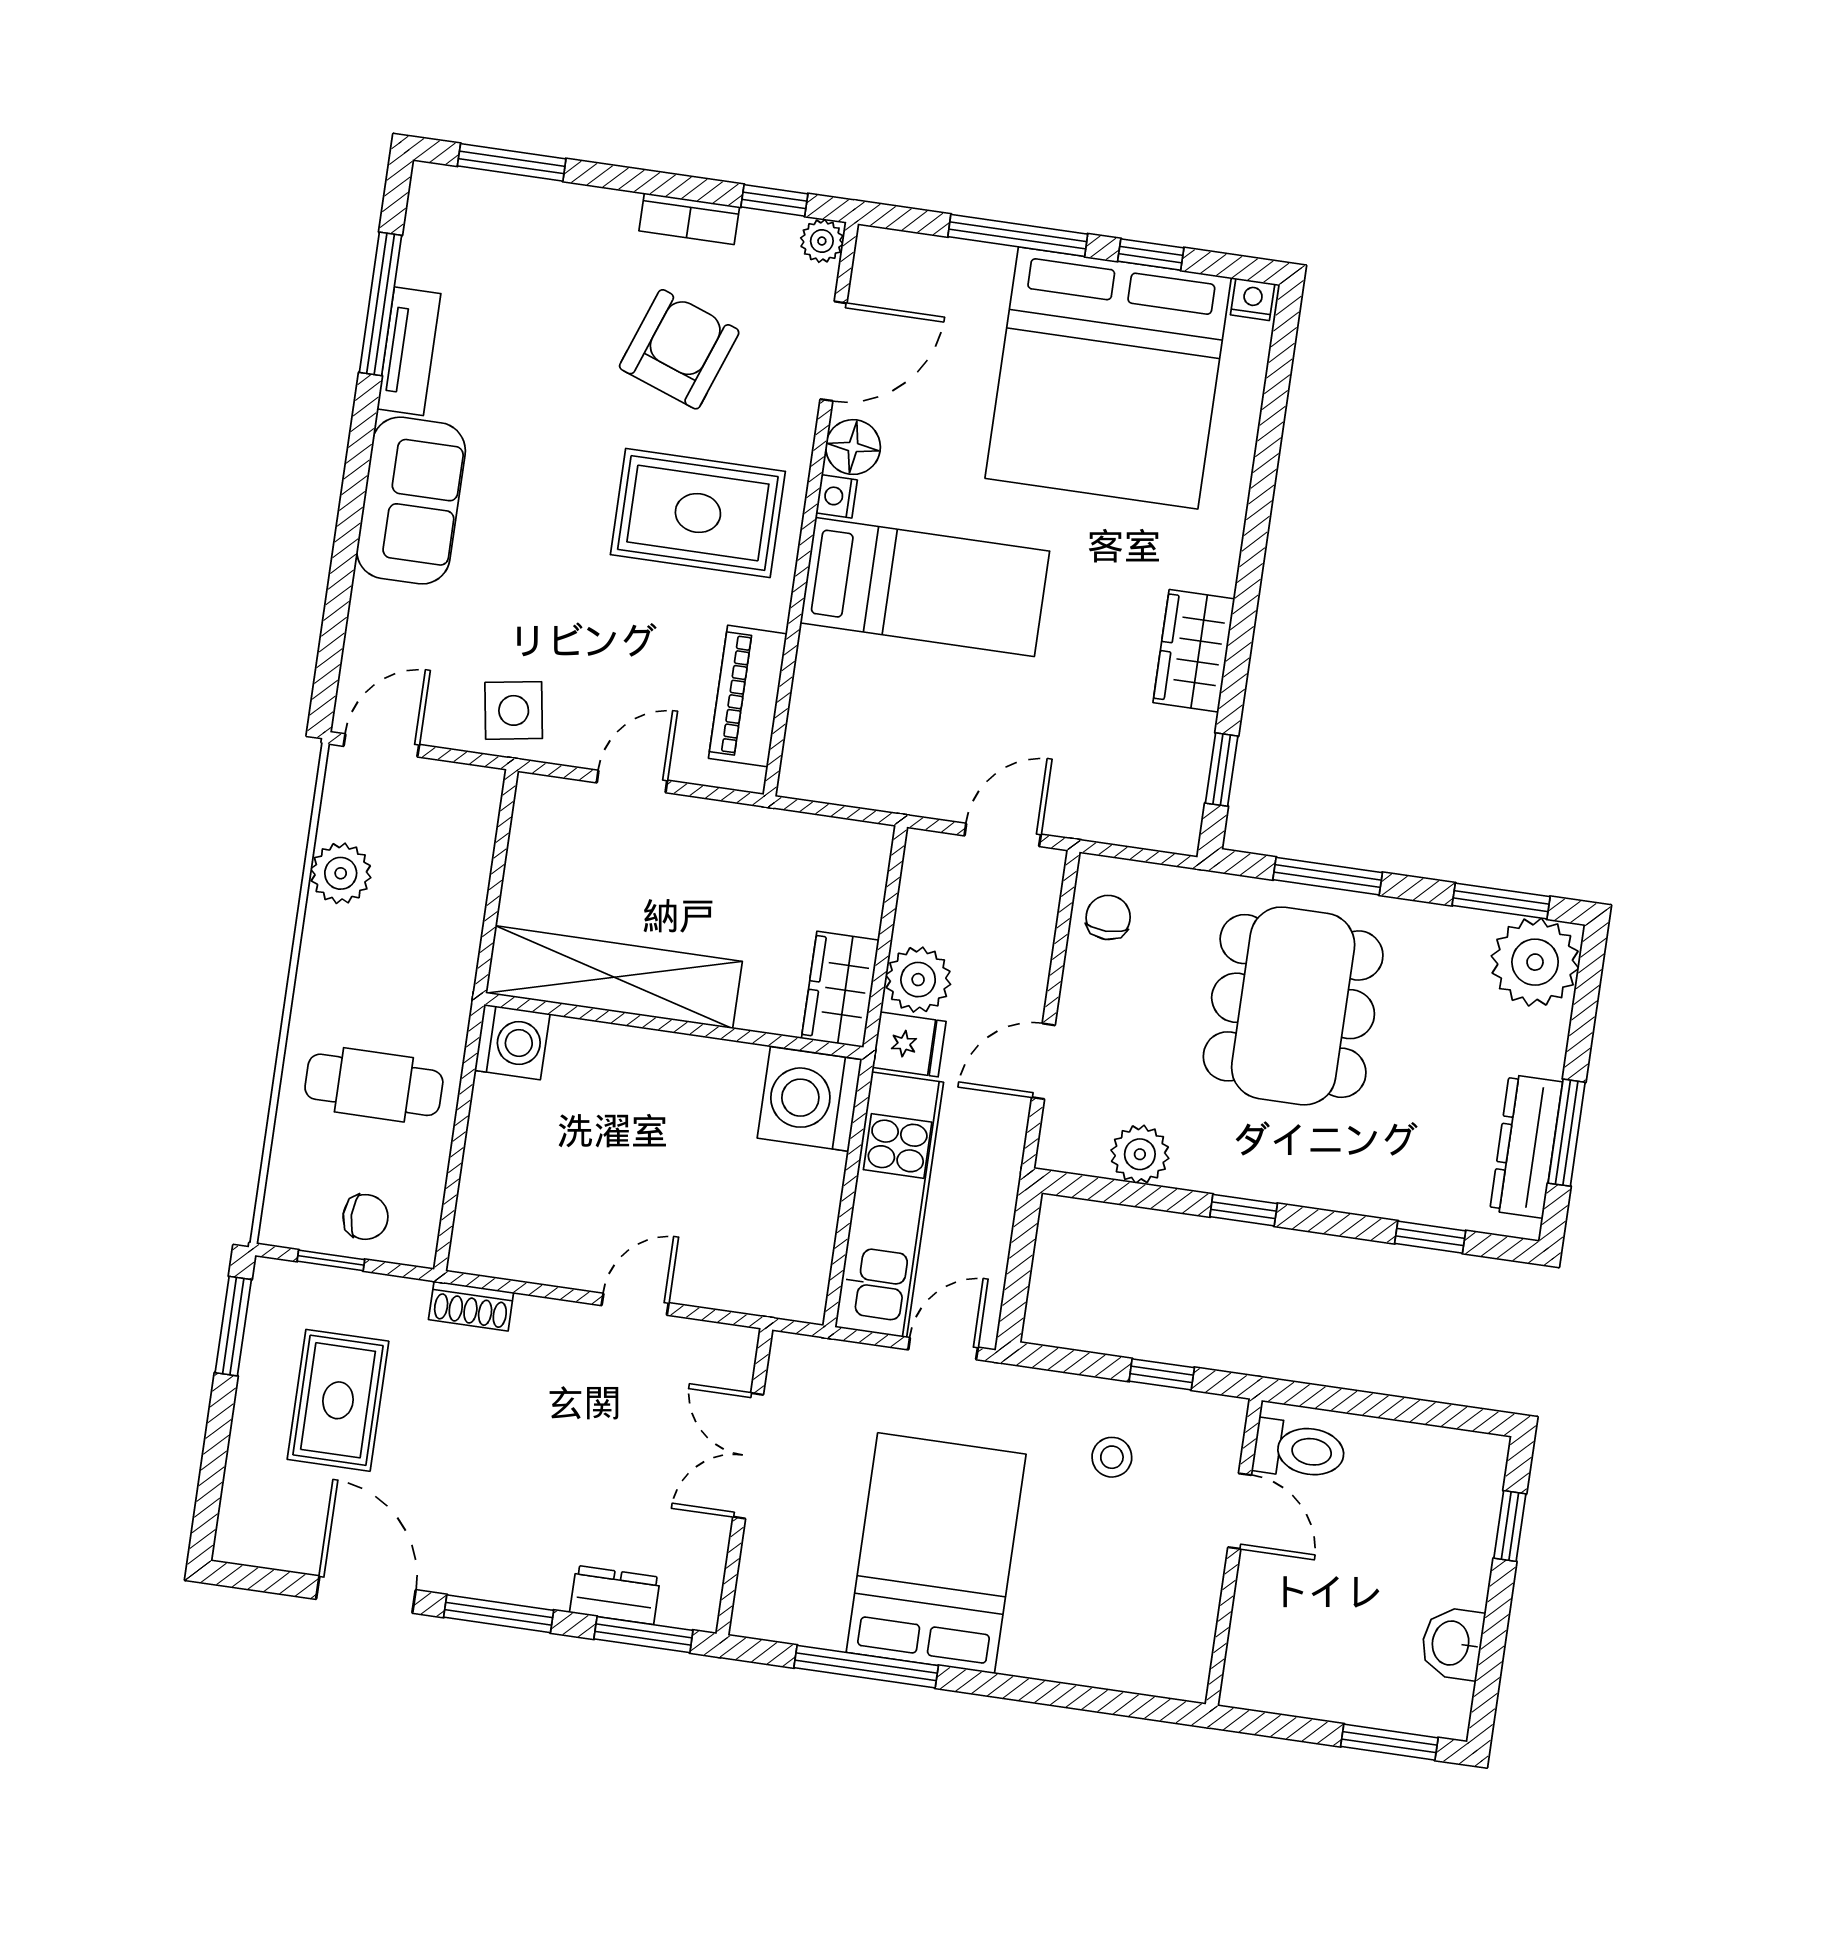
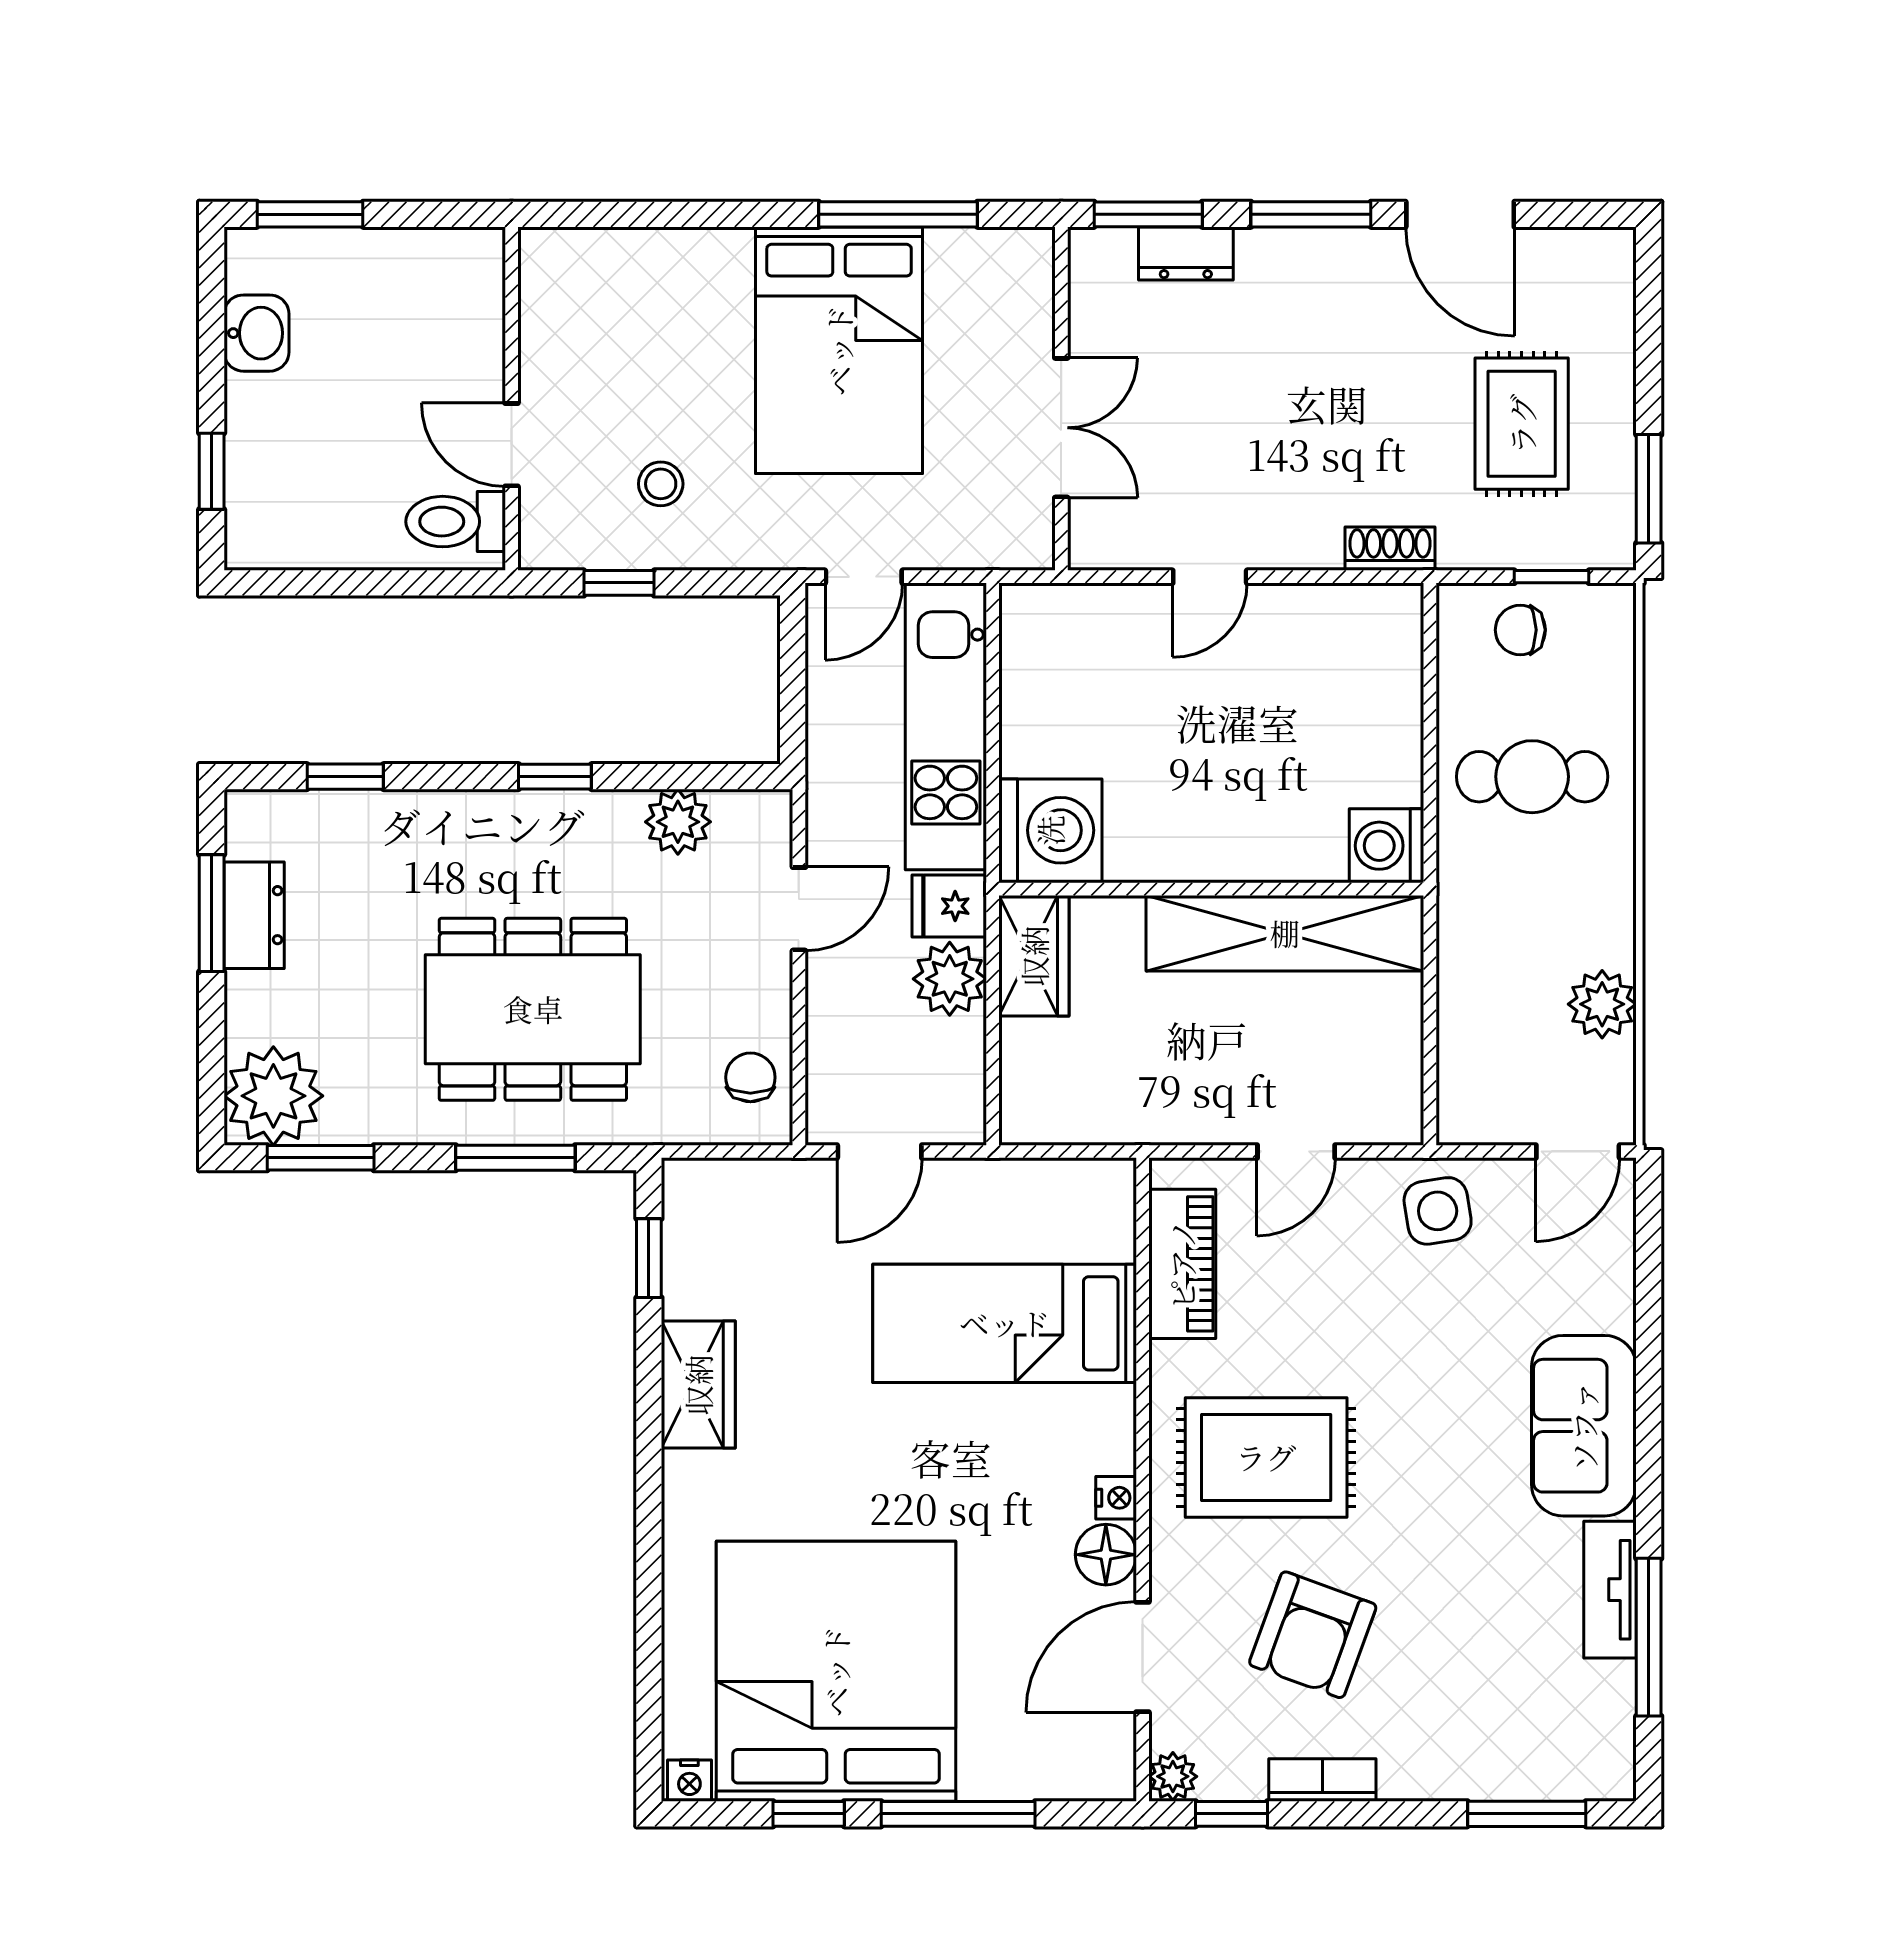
bed: (925, 587) -> (1005, 1323), moved
chair: (1108, 917) -> (750, 1077), turned 180
dining table: (1293, 1006) -> (533, 1009), turned 90
dresser: (1526, 1146) -> (254, 915), width x0.70

